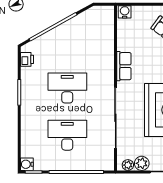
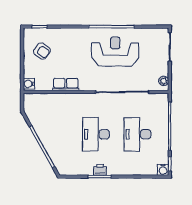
printer: (27, 59) -> (100, 170), moved
row of seats: (124, 66) -> (66, 84), moved
plant: (142, 163) -> (162, 69), removed

